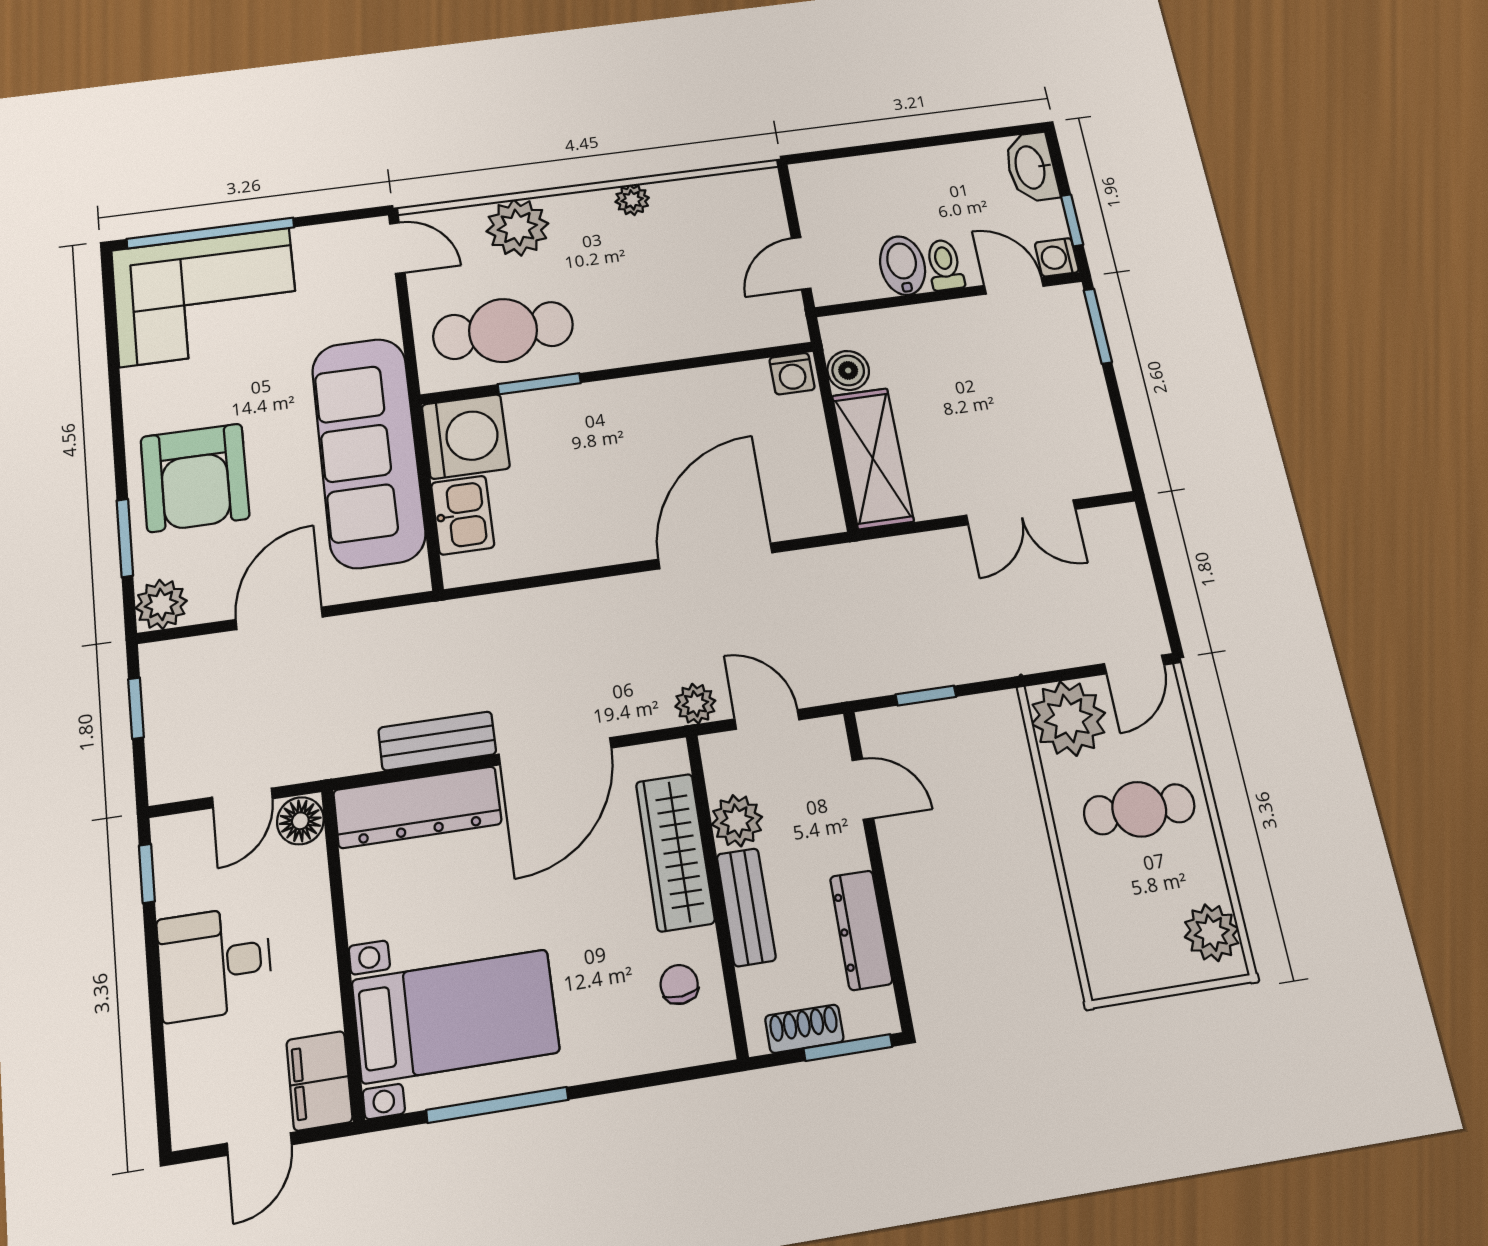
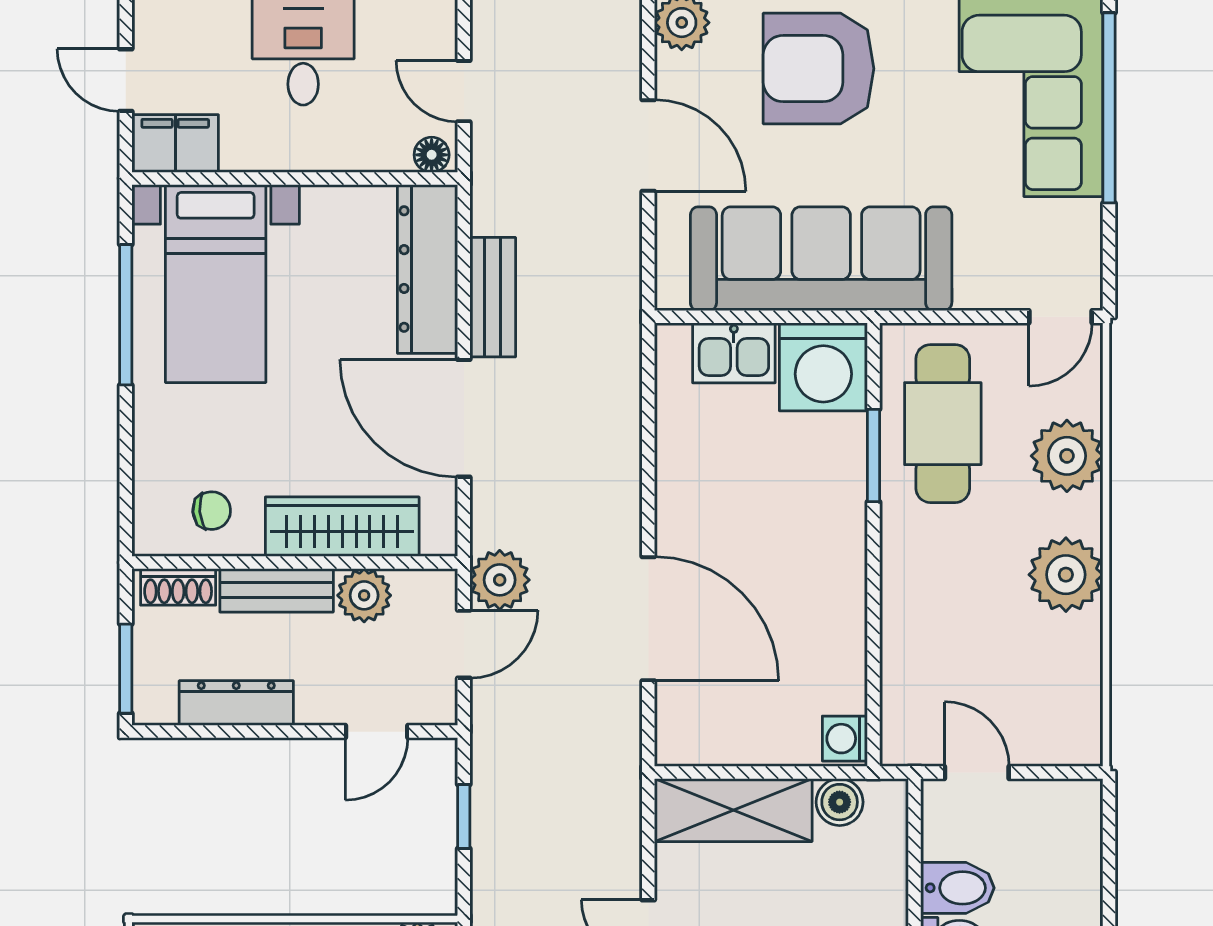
plant: (632, 200) -> (1066, 575), width x1.88, depth x1.88
plant: (695, 704) -> (500, 580), width x1.38, depth x1.38
floor lamp: (300, 821) -> (432, 155), width x0.73, depth x0.73
shoe rack: (804, 1029) -> (178, 587), moved, turned 90

